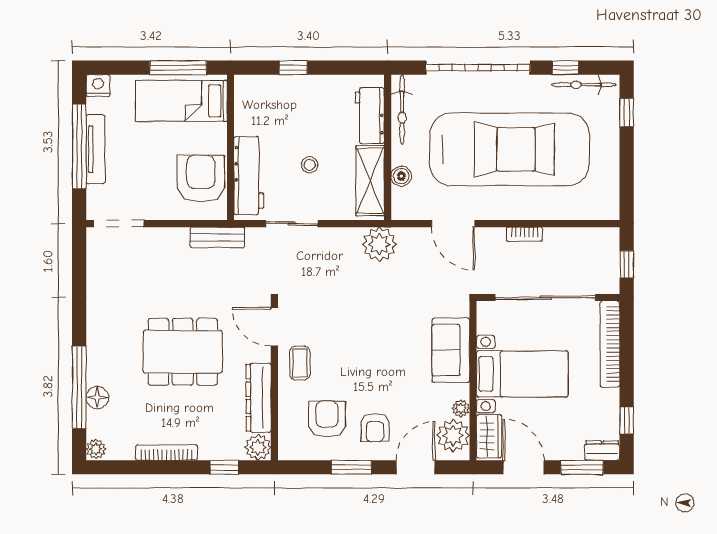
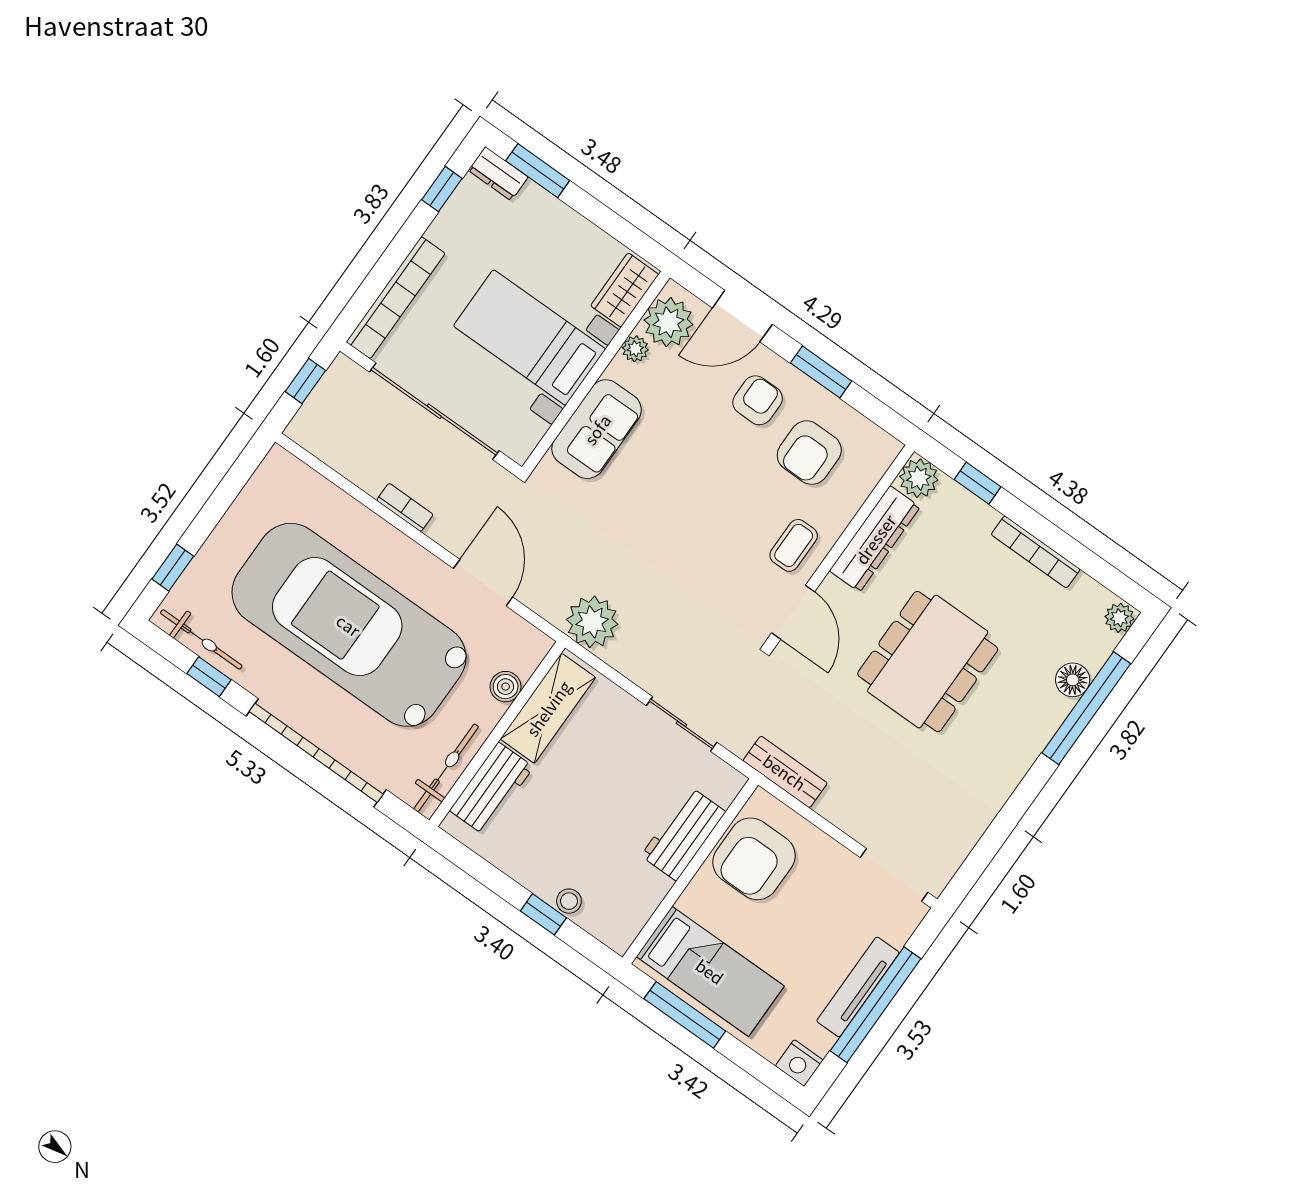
stool: (310, 165) -> (569, 901), moved
workbench: (249, 176) -> (683, 834), width x0.73
dining table: (183, 352) -> (928, 661), turned 90
door: (524, 467) -> (609, 222), removed

